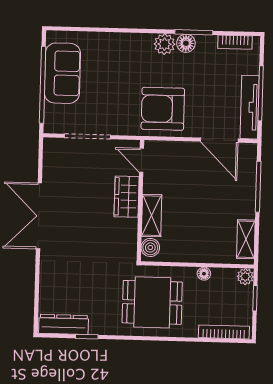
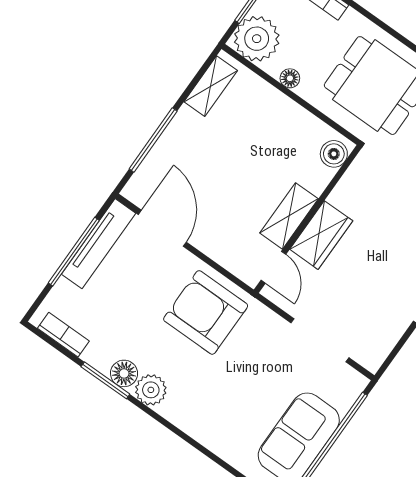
armchair: (163, 109) -> (206, 312), turned 180
shelving: (152, 216) -> (289, 216), moved
plant: (245, 277) -> (257, 39), width x1.87, depth x1.87

